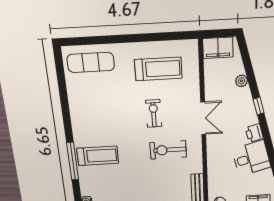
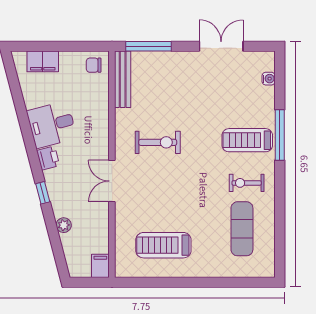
filing cabinet: (218, 48) -> (100, 266), width x0.50
exercise mat: (91, 62) -> (242, 229), moved, turned 90
exercise bike: (154, 113) -> (247, 183), moved, turned 90

